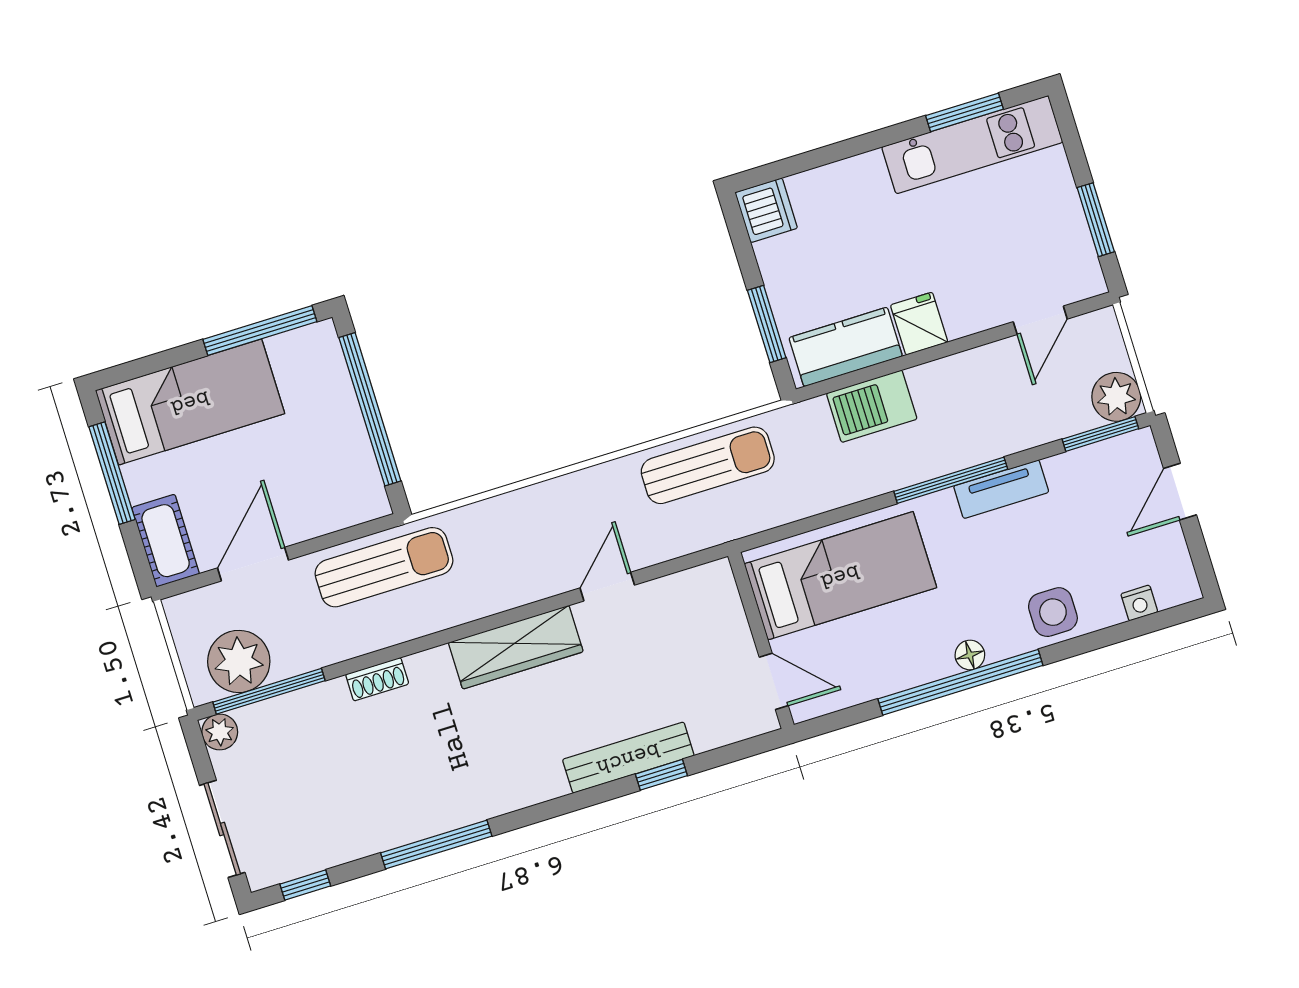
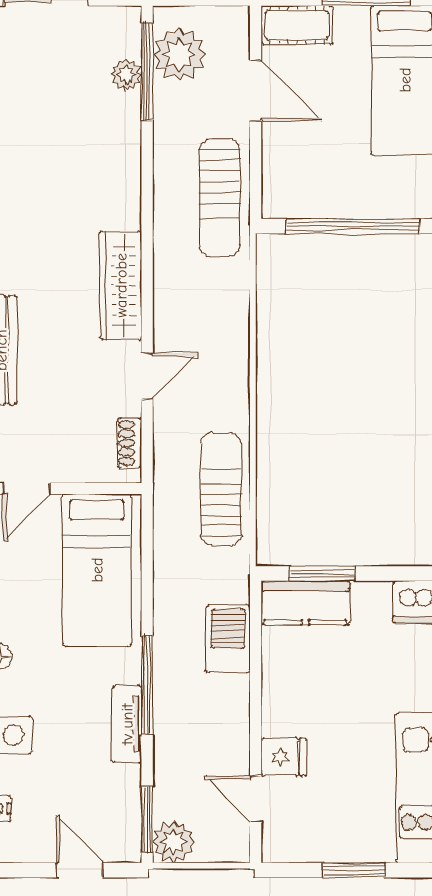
window: (1096, 220) -> (354, 870), moved
fridge: (919, 324) -> (284, 757), moved
kitchen counter: (846, 347) -> (305, 603), moved, turned 90
sun lounger: (708, 465) -> (221, 489), turned 180
door: (607, 587) -> (147, 376), hinge flipped
shoe rack: (377, 679) -> (130, 443), moved
plant: (220, 732) -> (126, 75), moved

